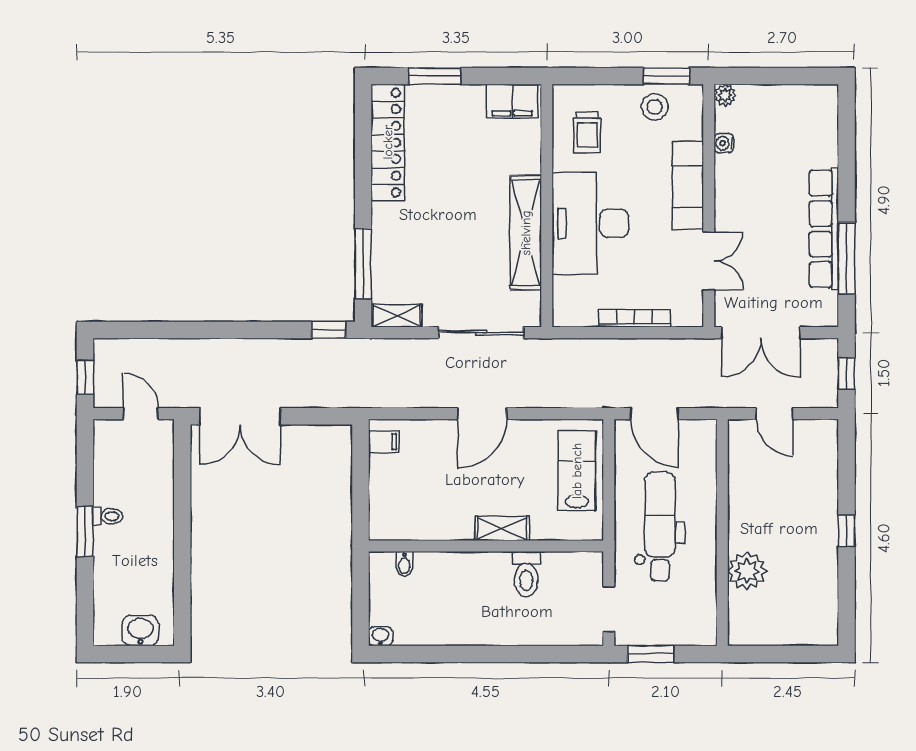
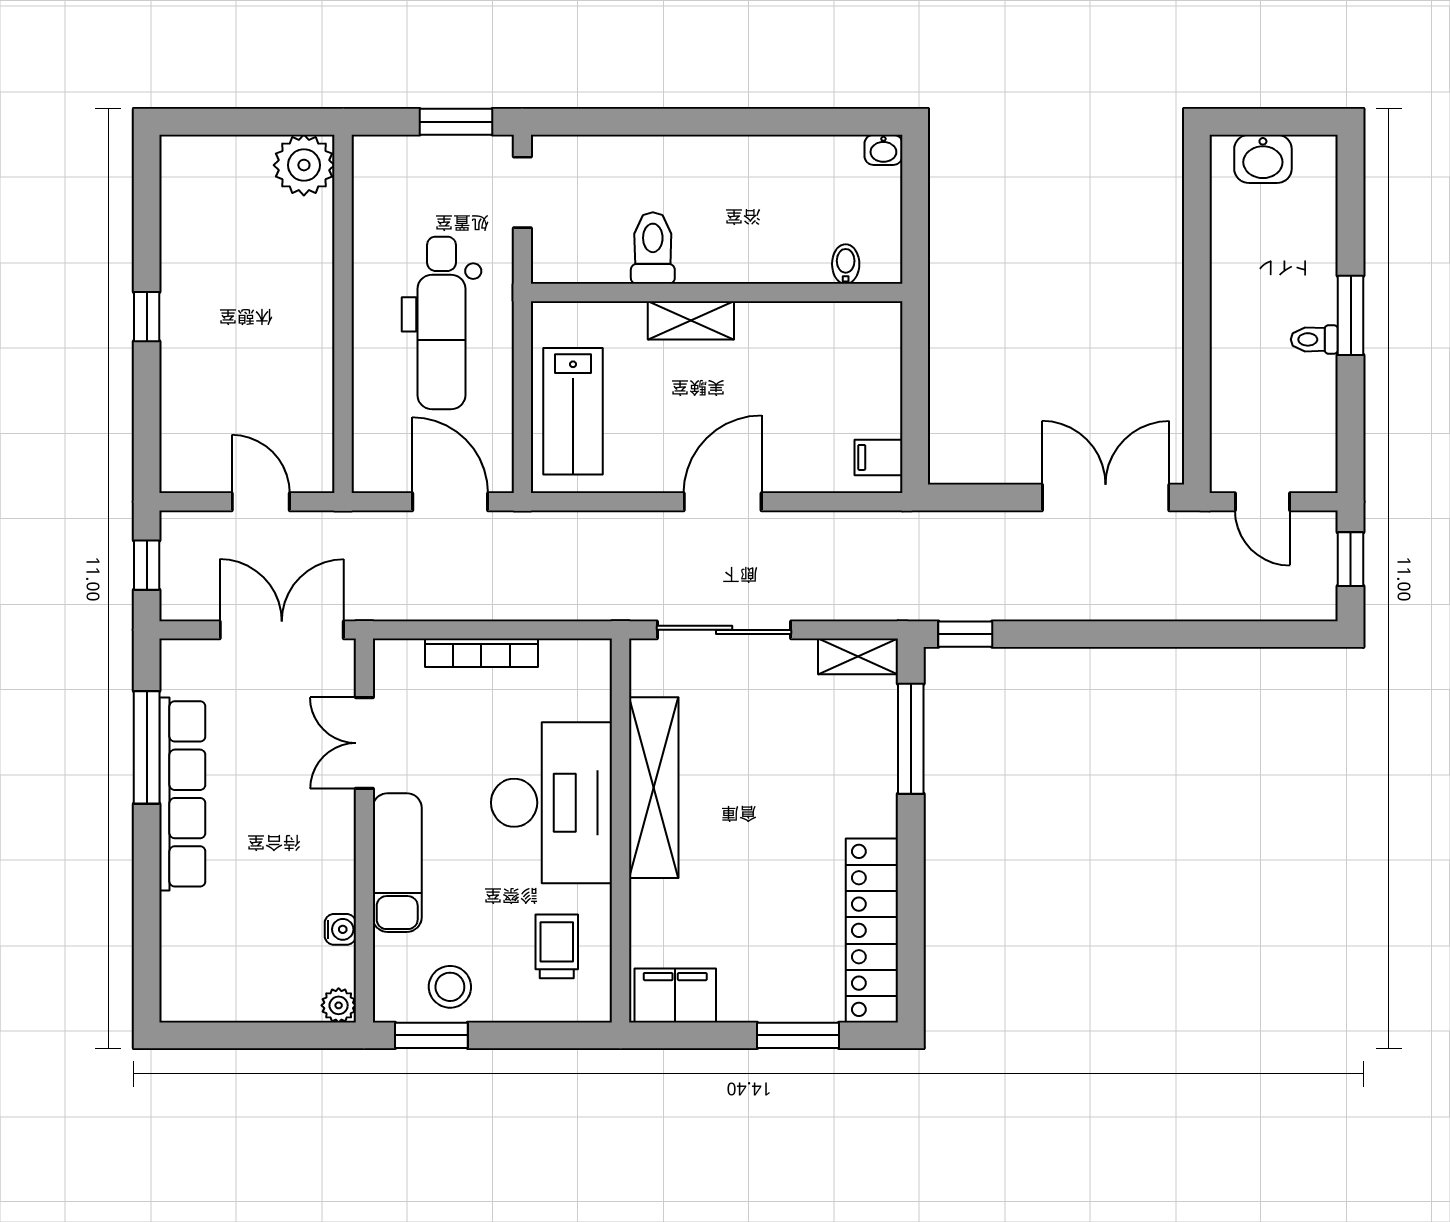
plant: (747, 571) -> (304, 165), moved

